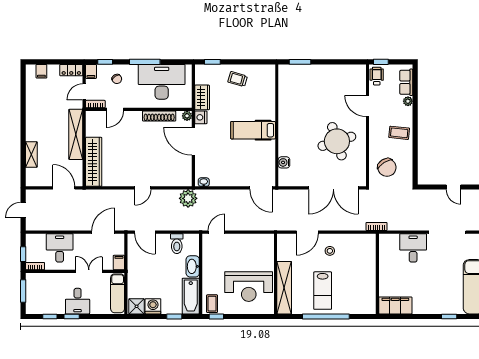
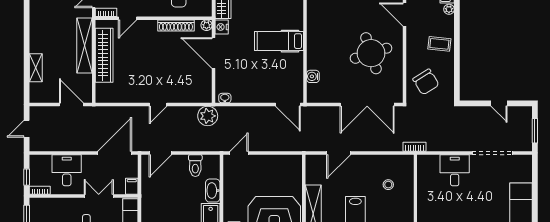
wardrobe: (94, 162) -> (104, 55), moved
door: (103, 232) -> (115, 153), width x1.36
door: (145, 232) -> (160, 153), hinge flipped
stool: (330, 251) -> (388, 185), moved

